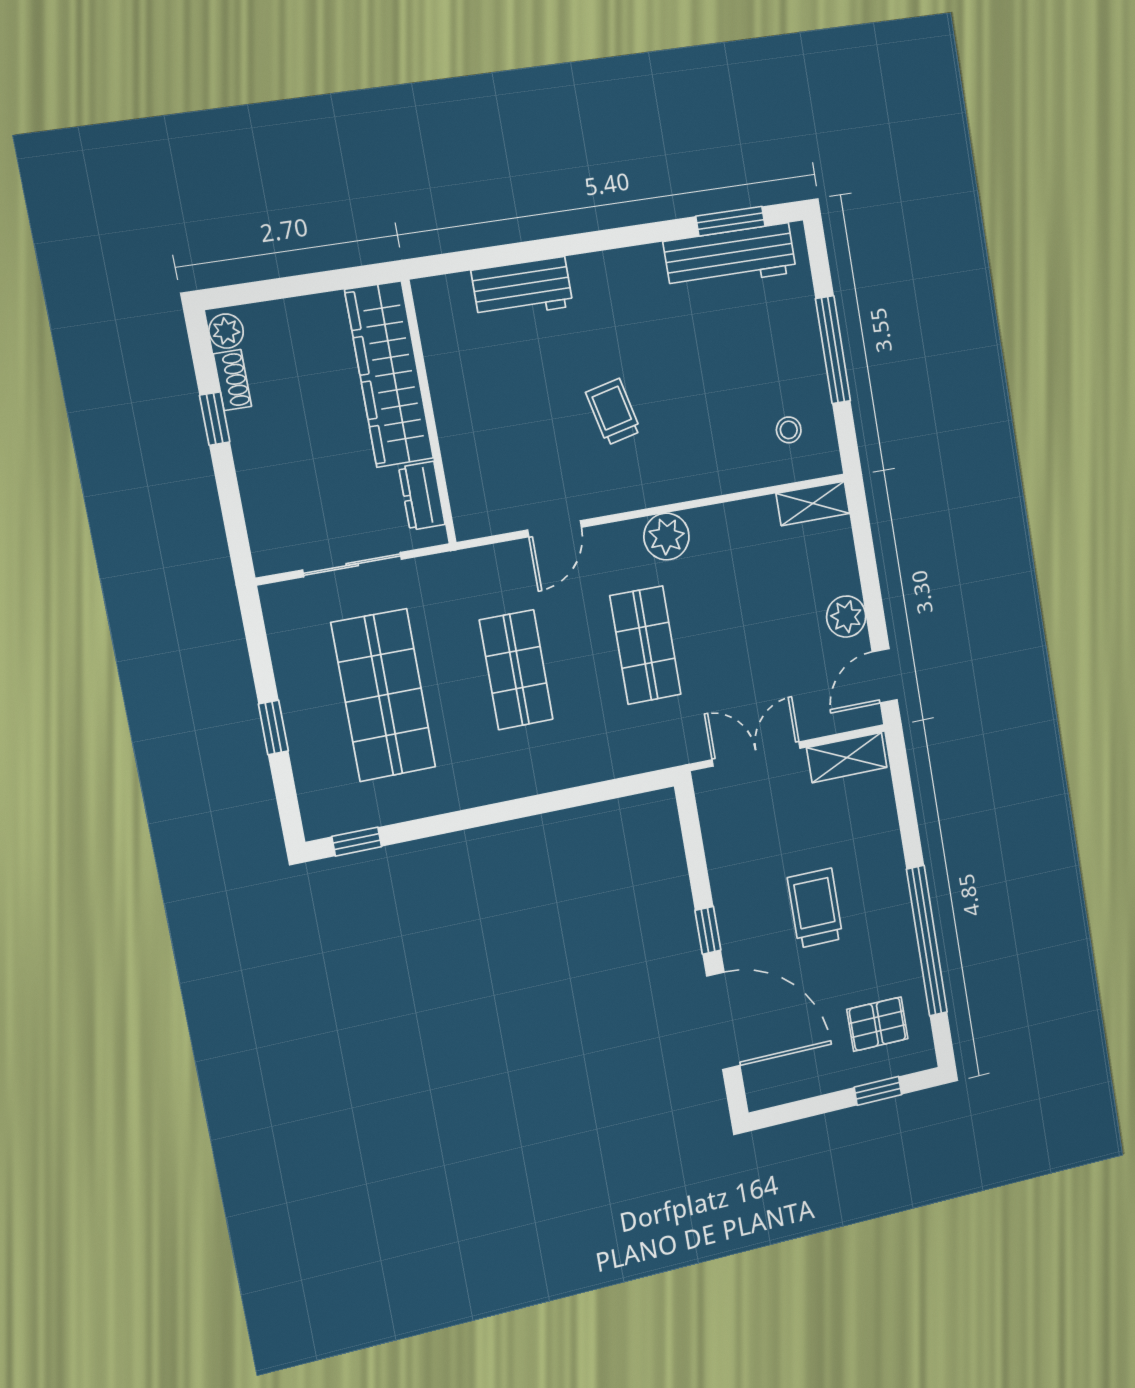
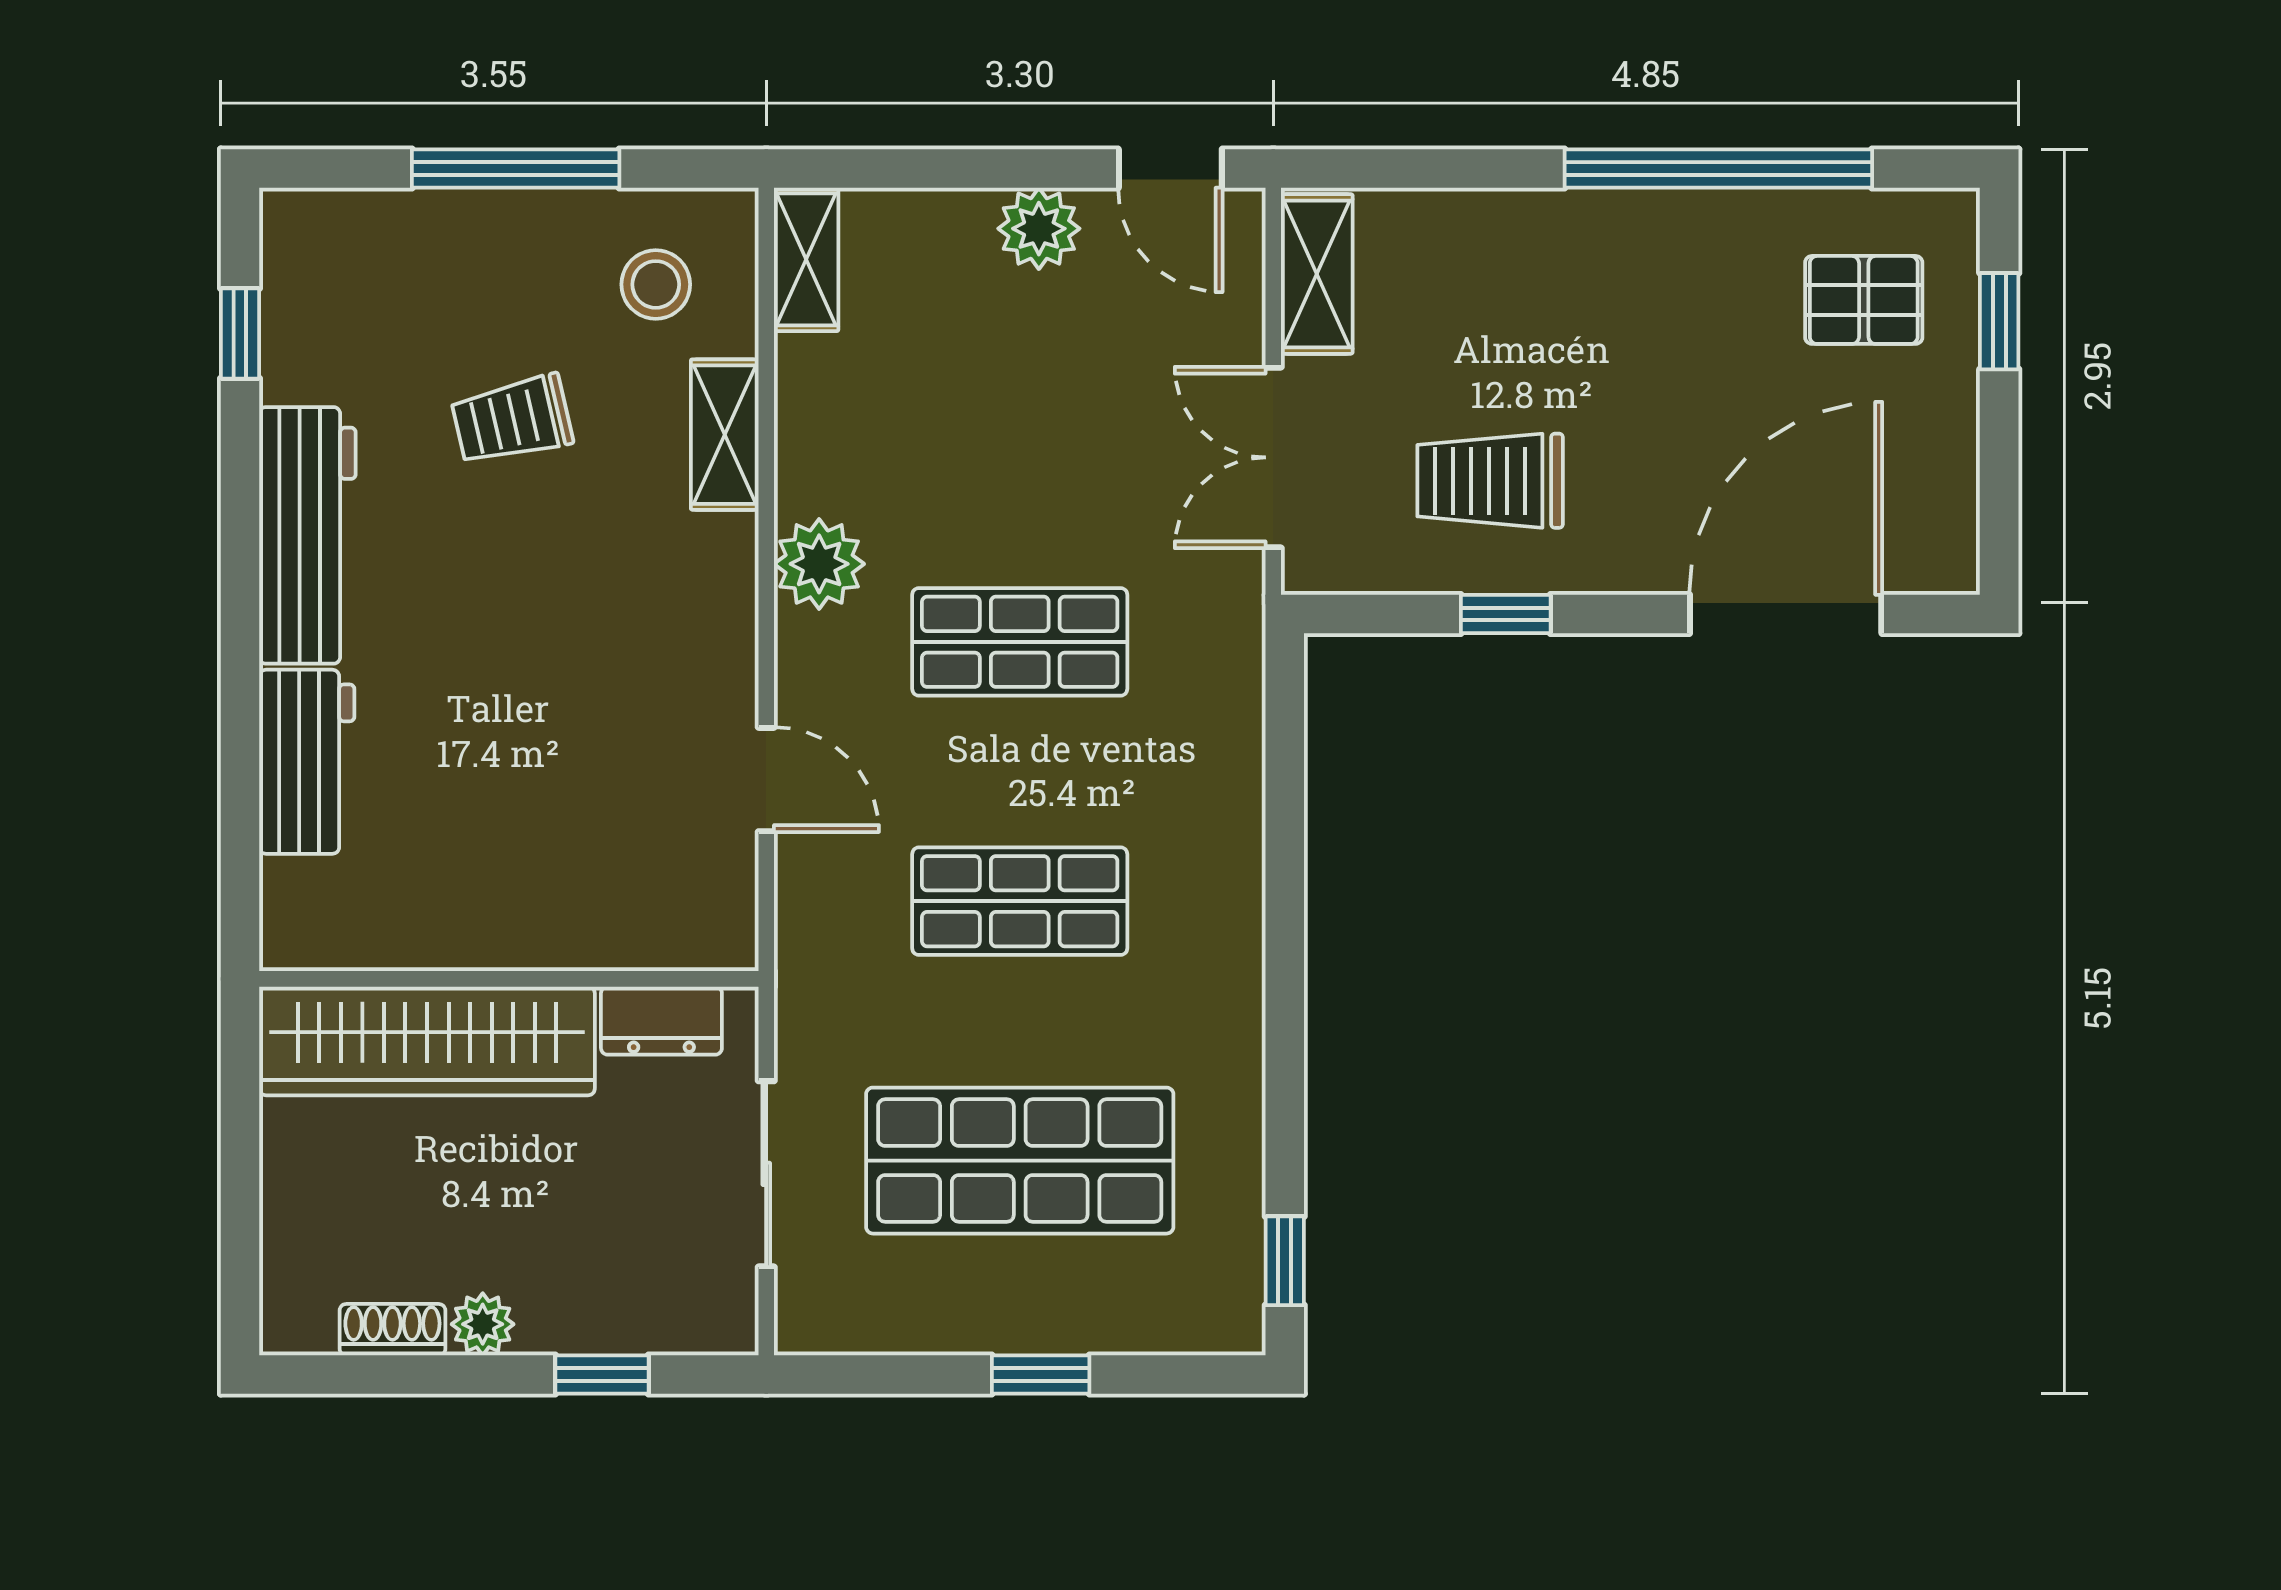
window: (730, 221) -> (240, 333), width x0.67
workbench: (730, 257) -> (307, 535), moved
plant: (226, 331) -> (483, 1324), moved
trolley: (613, 412) -> (512, 420), moved
window: (215, 419) -> (602, 1375), moved
stool: (789, 430) -> (656, 284), width x1.37, depth x1.37
shelving: (722, 477) -> (725, 435), added
trolley: (815, 908) -> (1490, 481), moved
window: (708, 930) -> (1506, 614), moved
pallet: (877, 1024) -> (1864, 300), turned 90

